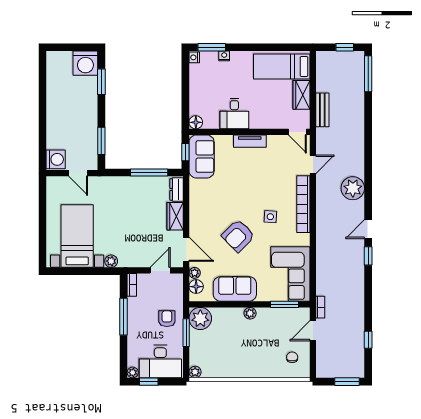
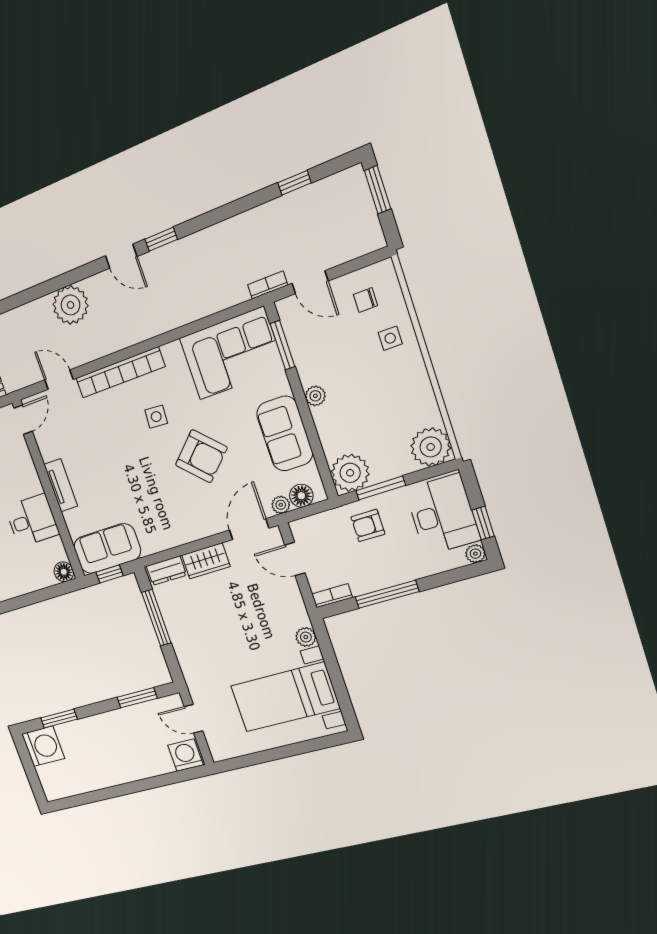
door: (78, 173) -> (193, 719), swing flipped
side table: (267, 364) -> (390, 338), added
plant: (195, 372) -> (431, 447), width x1.88, depth x1.88

